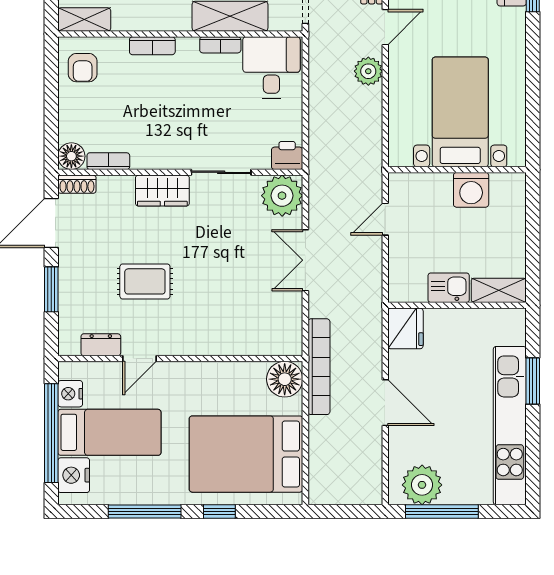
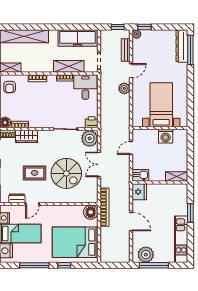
wardrobe: (162, 191) -> (27, 136), moved
spiral stairs: (224, 283) -> (66, 173), added
kitchen sink: (449, 288) -> (140, 175), moved
kitchen unit: (510, 426) -> (181, 239), width x0.73

